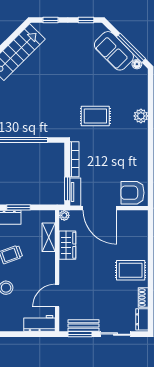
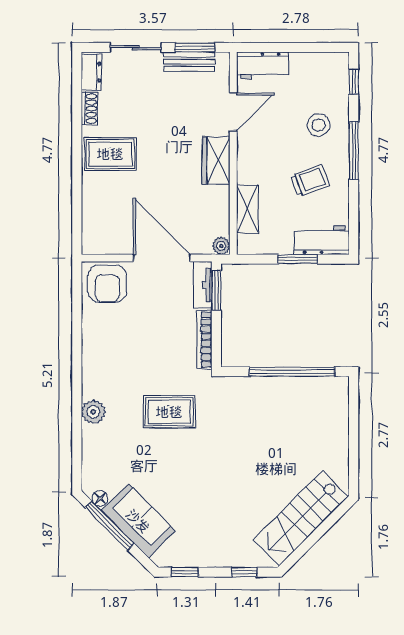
armchair: (133, 193) -> (107, 284), turned 90
wardrobe: (67, 245) -> (216, 160), moved

